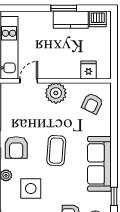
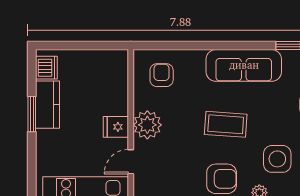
fridge: (88, 70) -> (116, 127), moved
door: (29, 81) -> (131, 162), hinge flipped
armchair: (92, 103) -> (162, 75), turned -116

